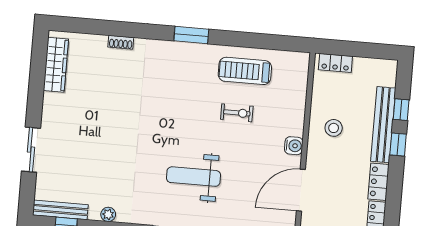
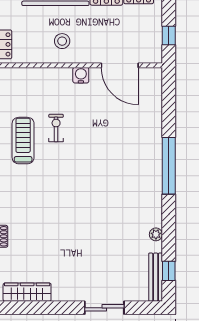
treadmill: (245, 71) -> (23, 141), moved, turned 180
weight bench: (194, 177) -> (116, 162), removed

